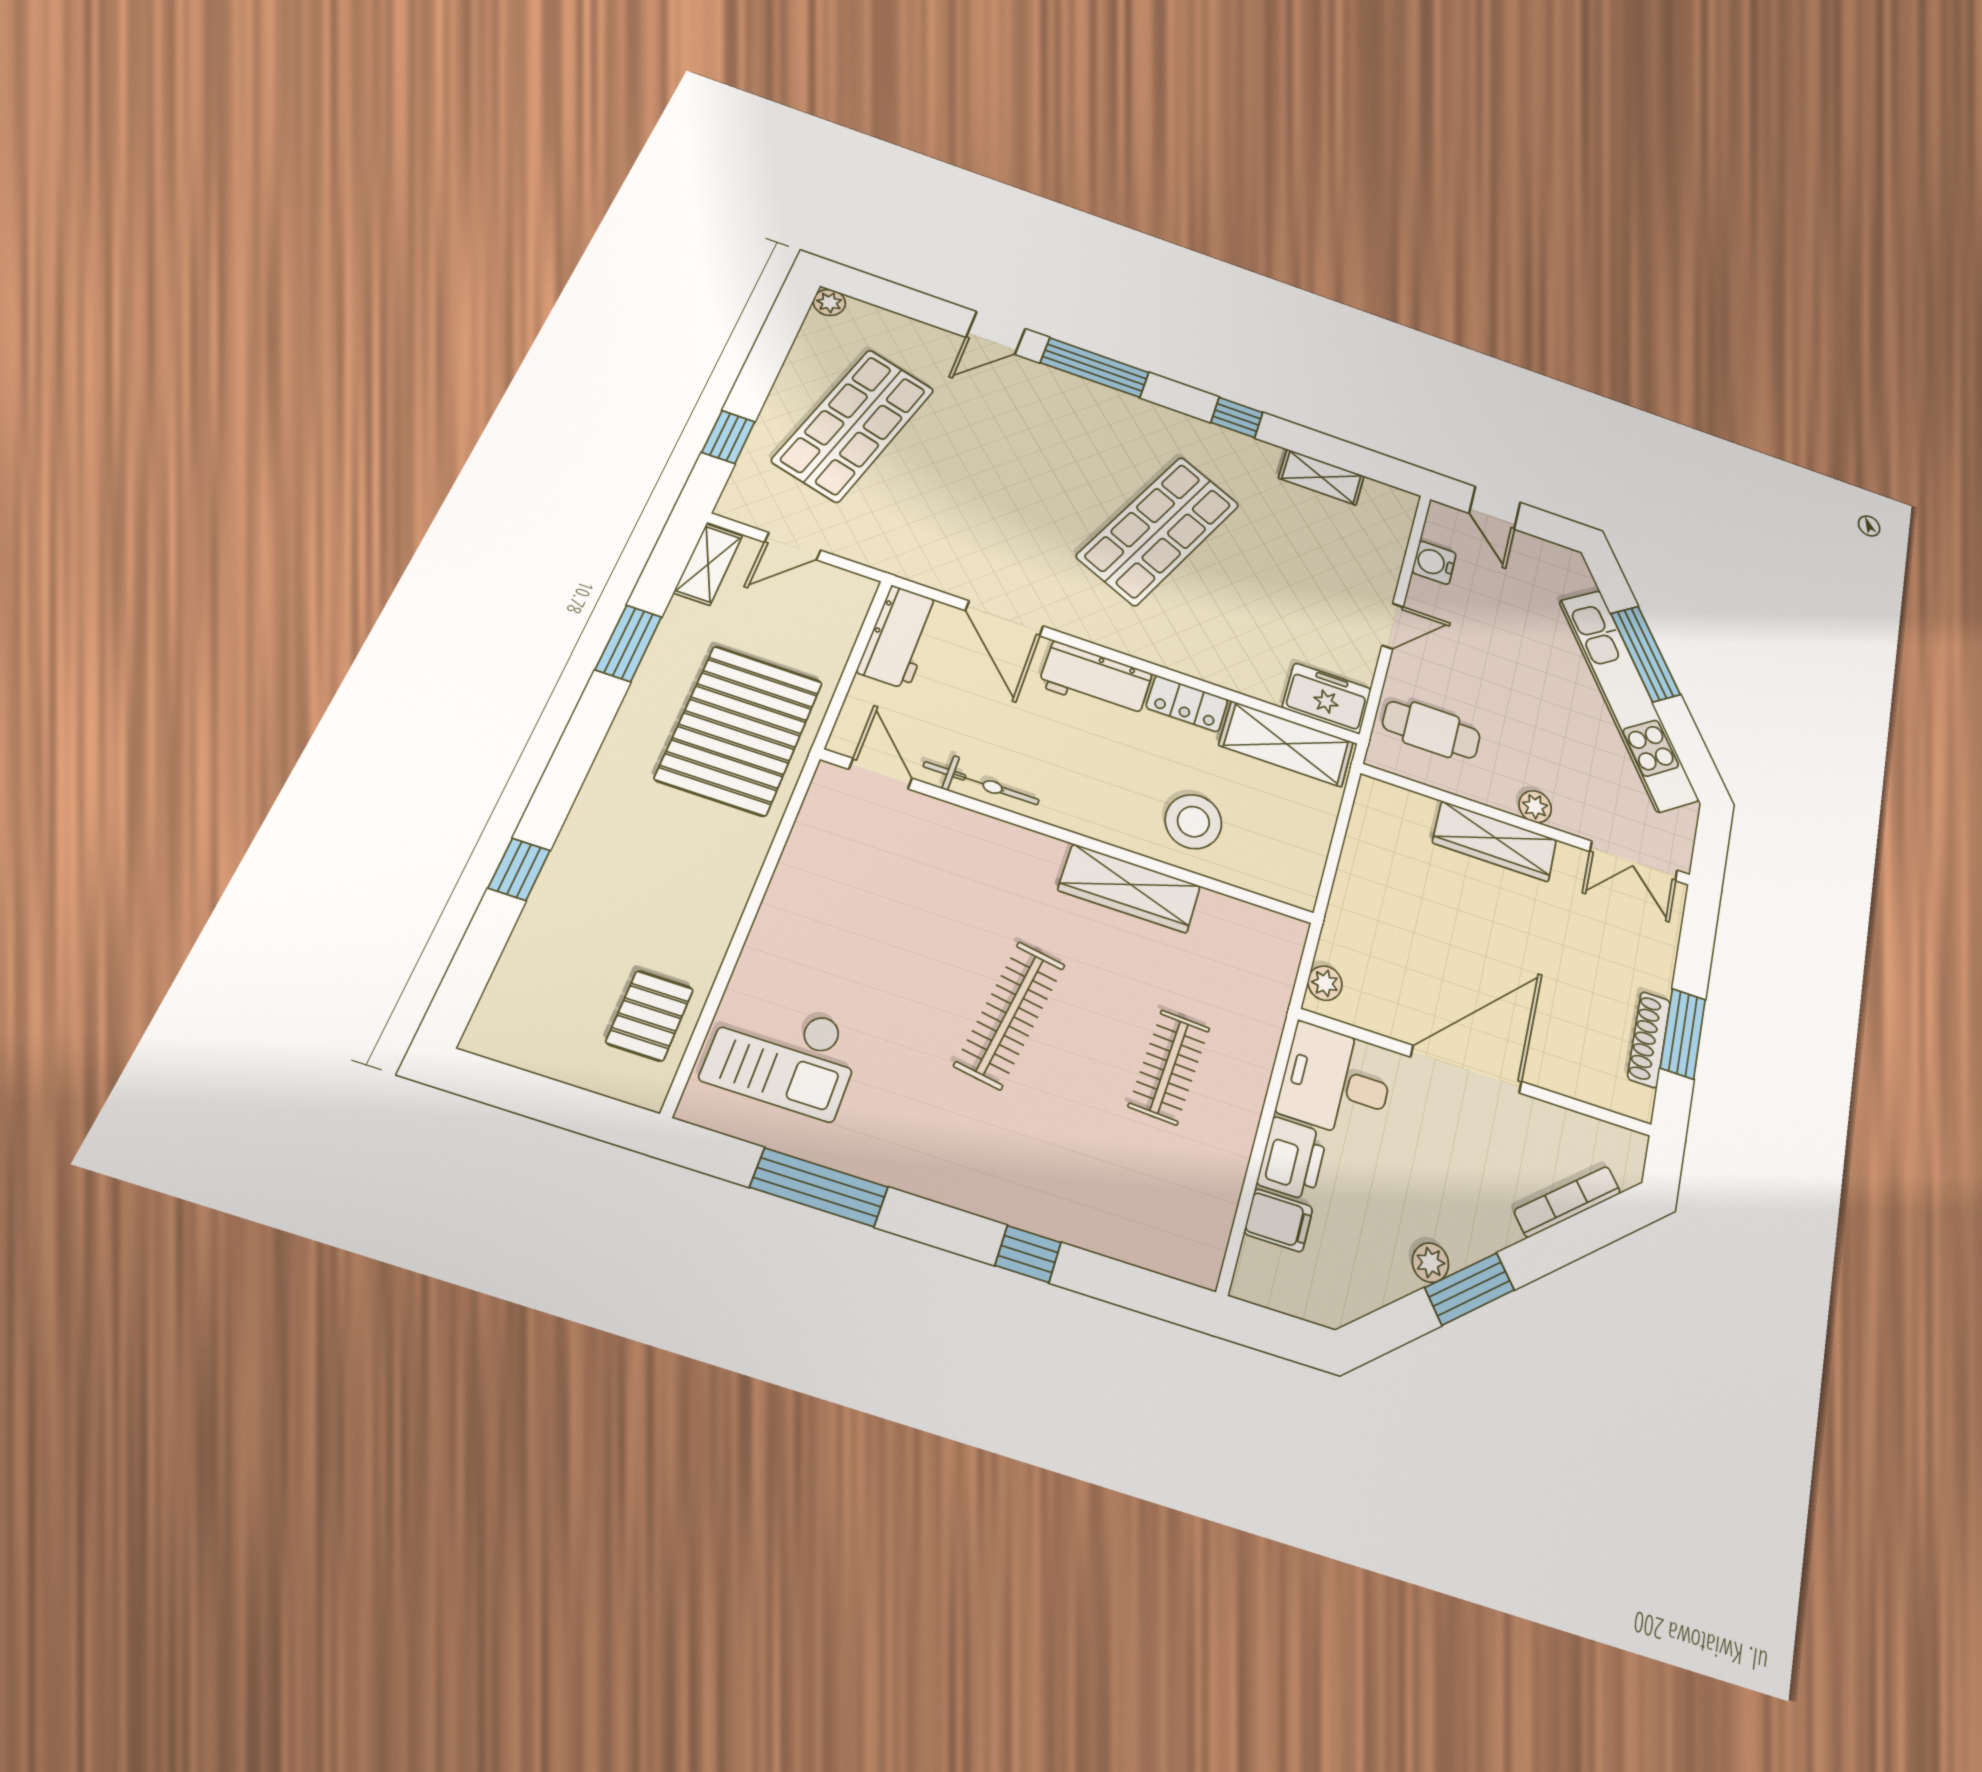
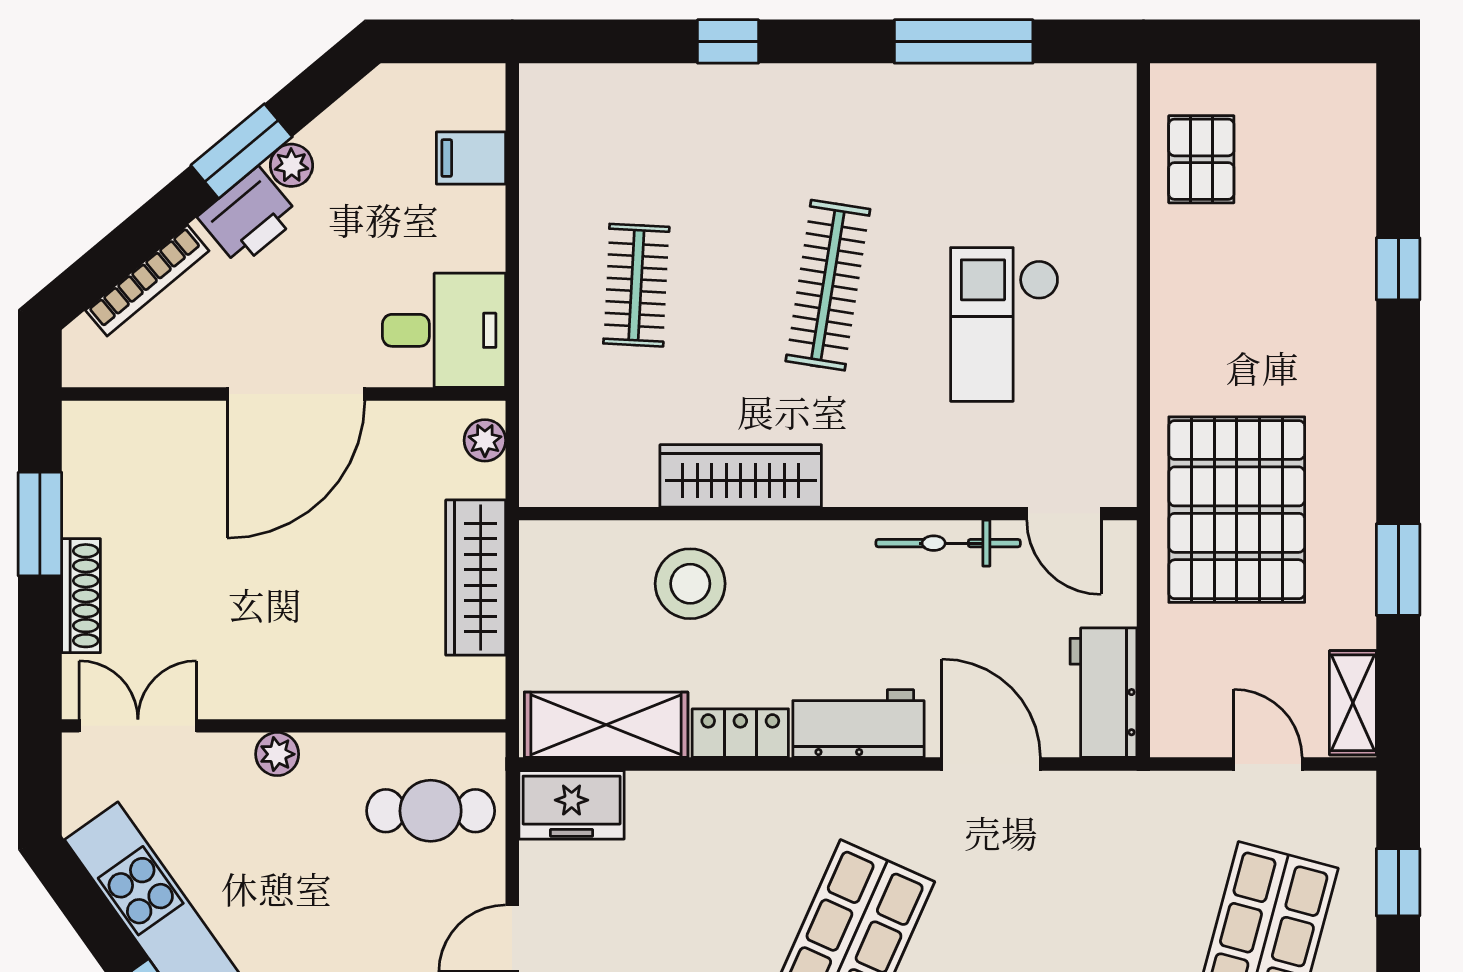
door: (793, 546) -> (1268, 764), hinge flipped
wardrobe: (1495, 841) -> (476, 578), moved, turned -90
shoe rack: (1649, 1039) -> (81, 596), moved
checkout: (783, 1055) -> (1005, 324), moved, turned -90
printer: (1292, 1159) -> (249, 217), moved, turned -130

